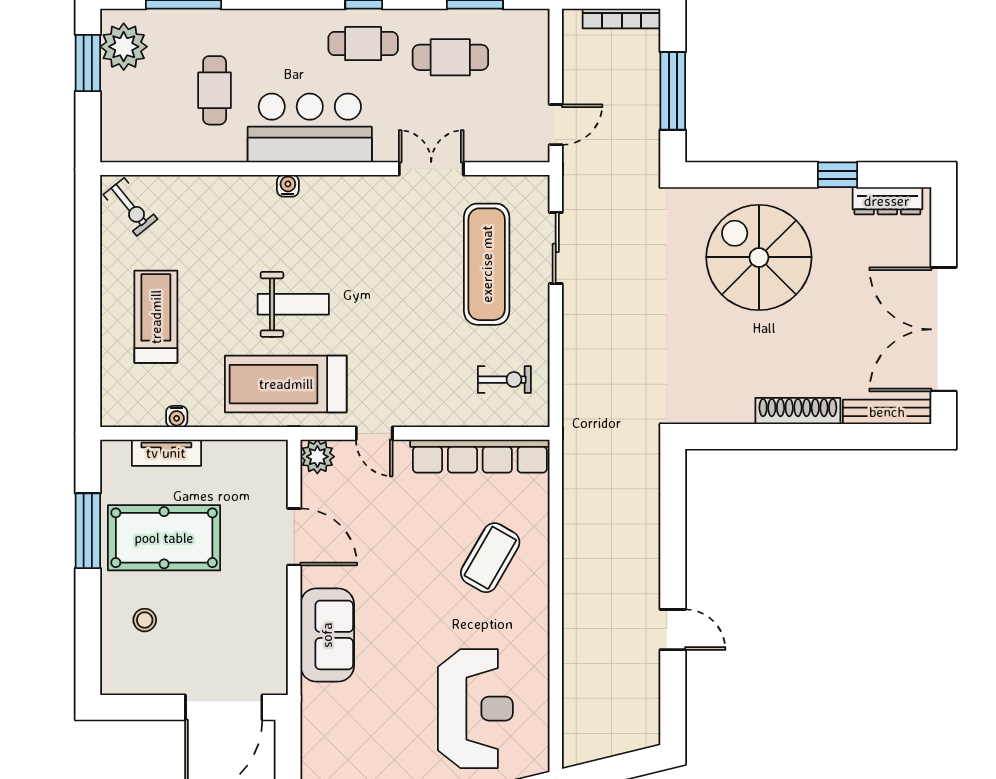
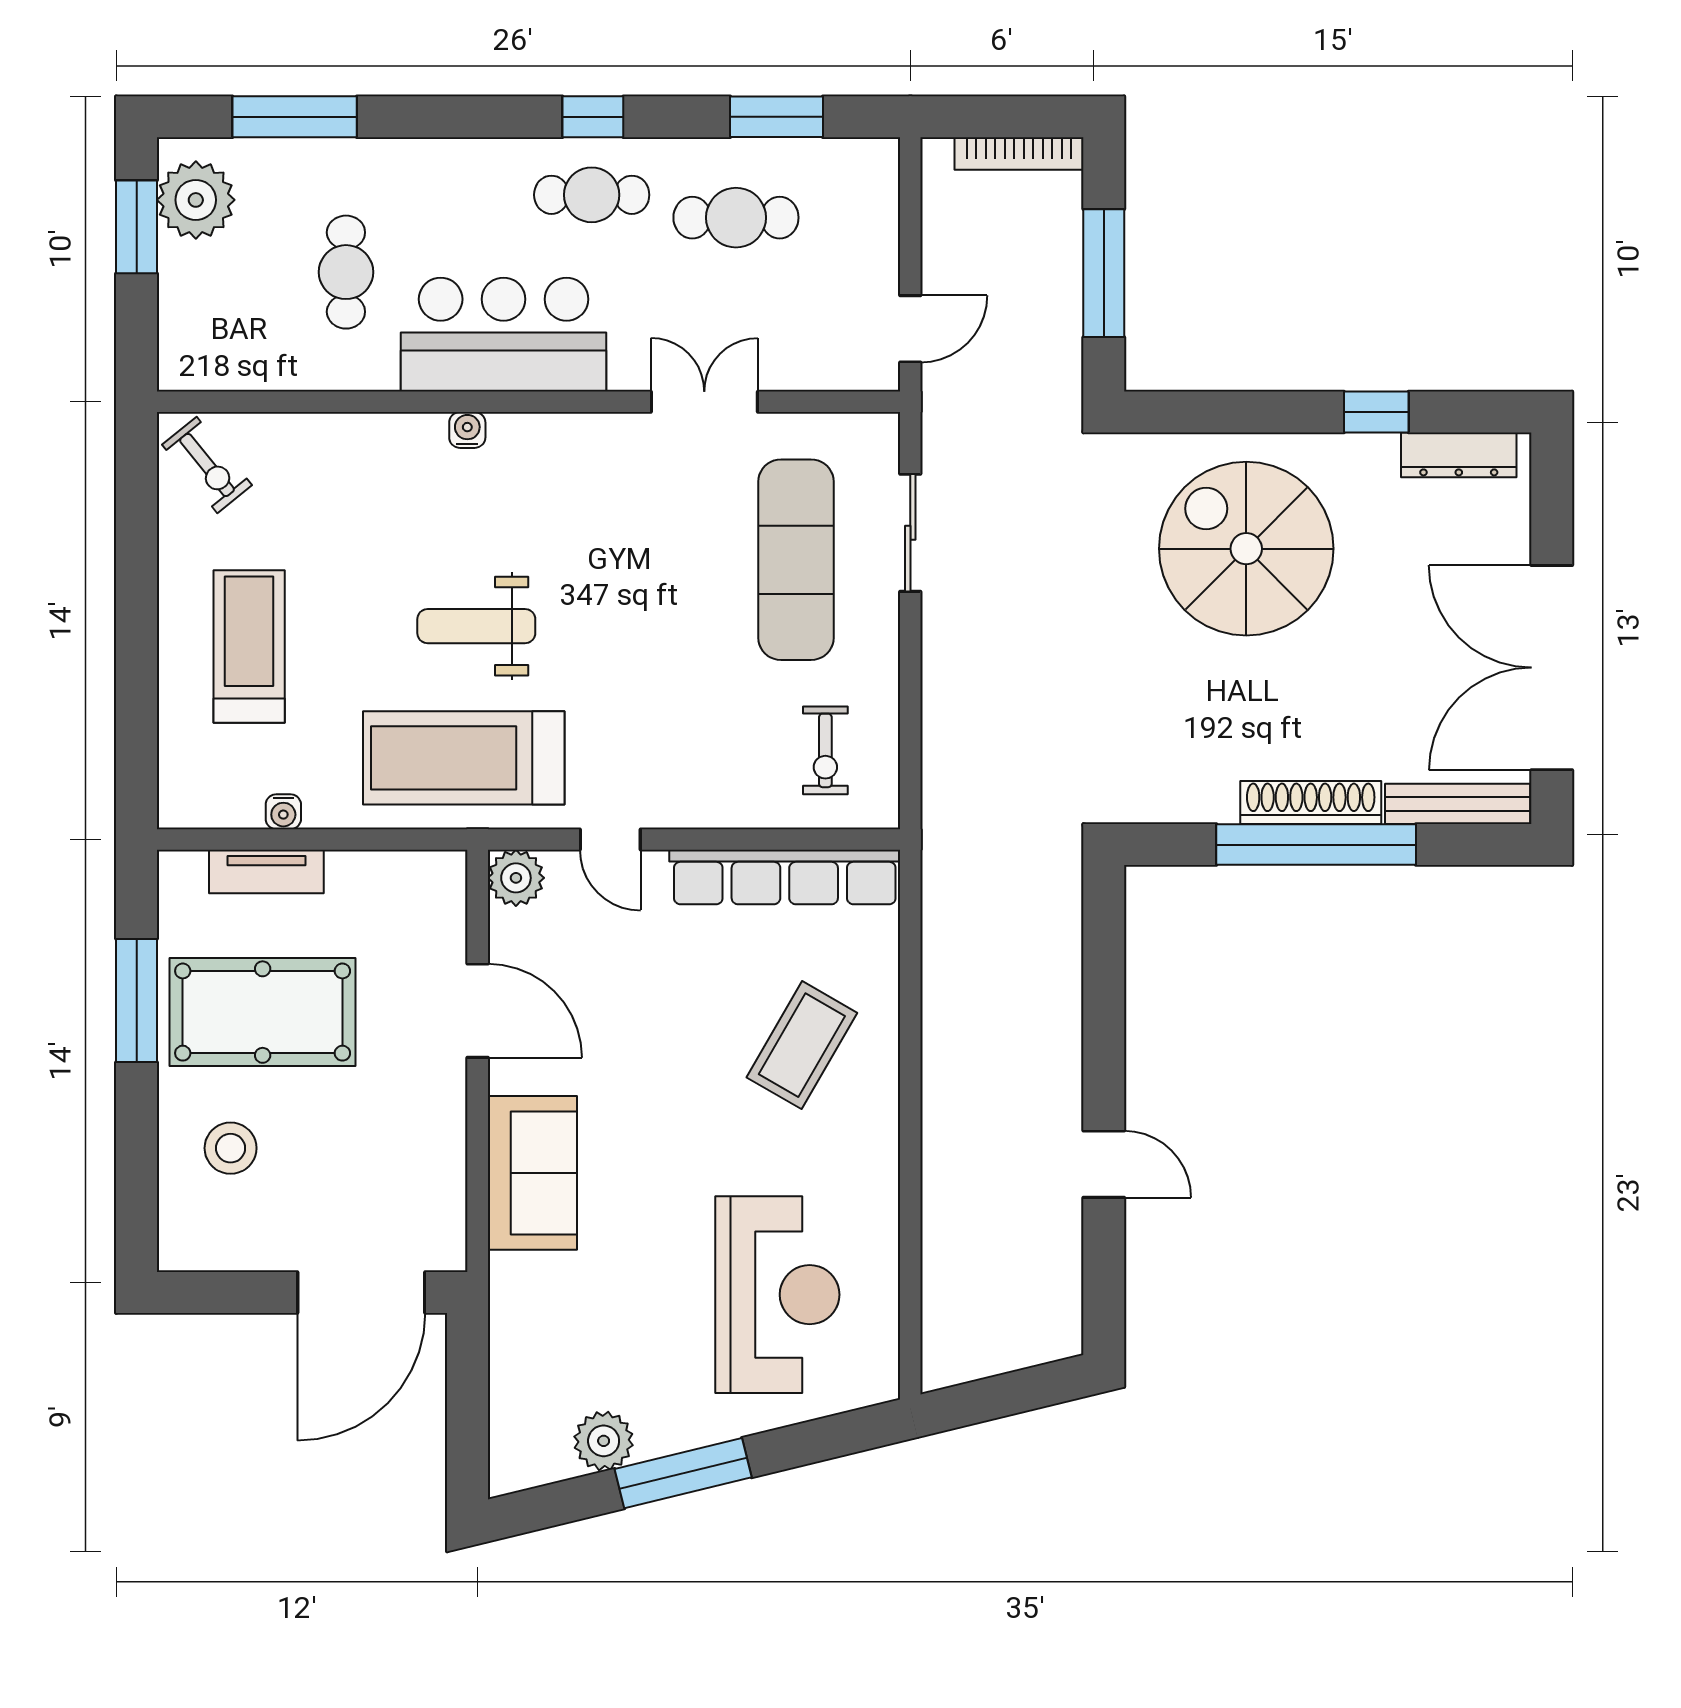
weight bench: (293, 304) -> (476, 626), turned 180
exercise bike: (504, 380) -> (825, 750), turned 90
window: (801, 436) -> (1316, 845), added
stool: (145, 620) -> (231, 1148), width x1.37, depth x1.37

